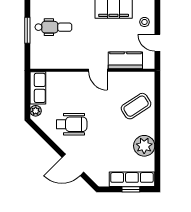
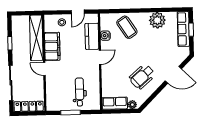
dental chair: (53, 27) -> (80, 92), moved
water cooler: (126, 78) -> (105, 36), added
wheelchair: (72, 124) -> (142, 77), turned -131
door: (73, 165) -> (173, 75), hinge flipped

